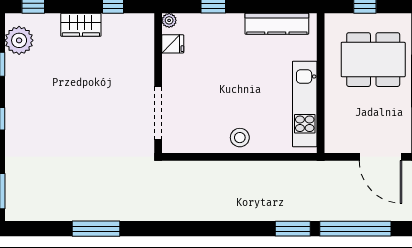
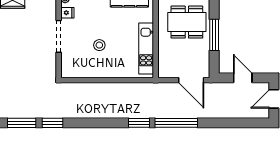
doorway: (158, 113) -> (59, 36), moved
stool: (240, 138) -> (99, 45), moved
window: (148, 229) -> (53, 123), added

